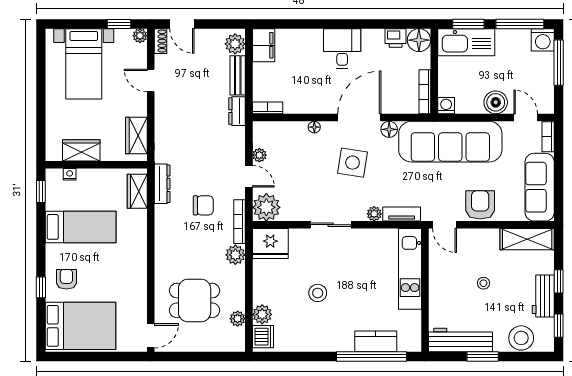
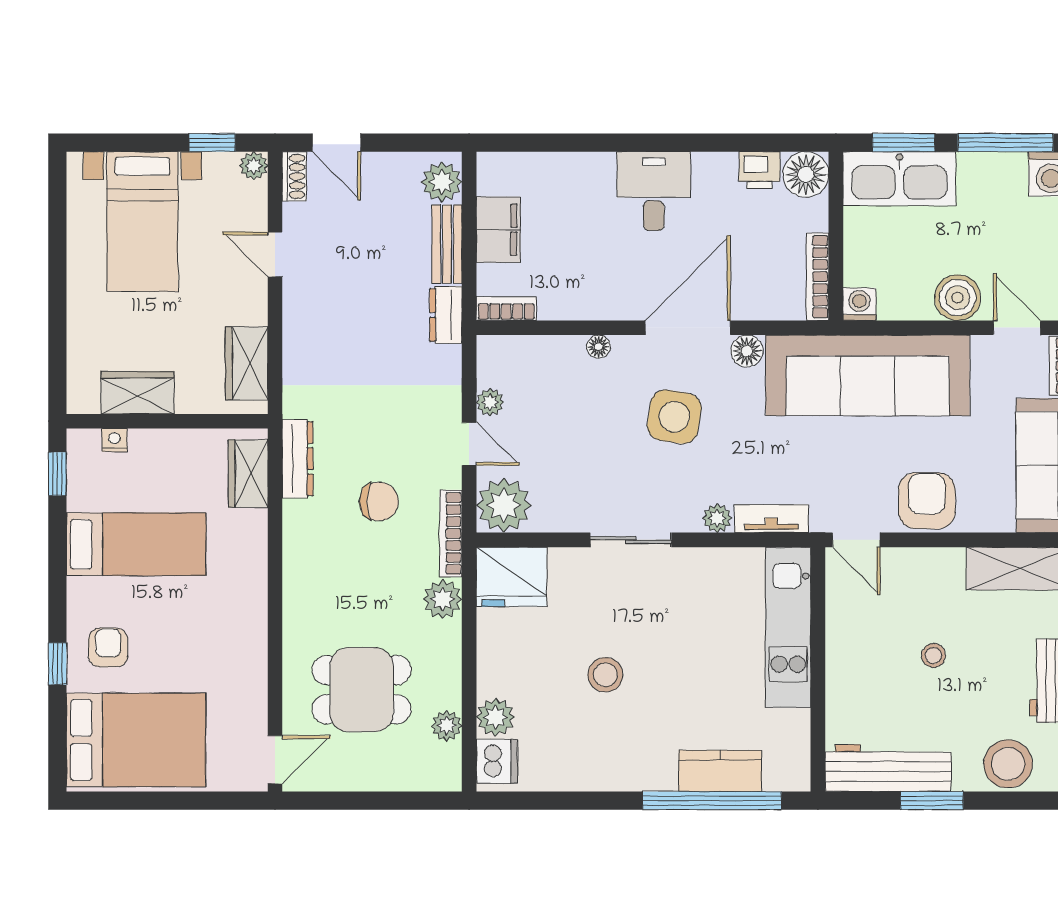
filing cabinet: (264, 45) -> (498, 230), moved

